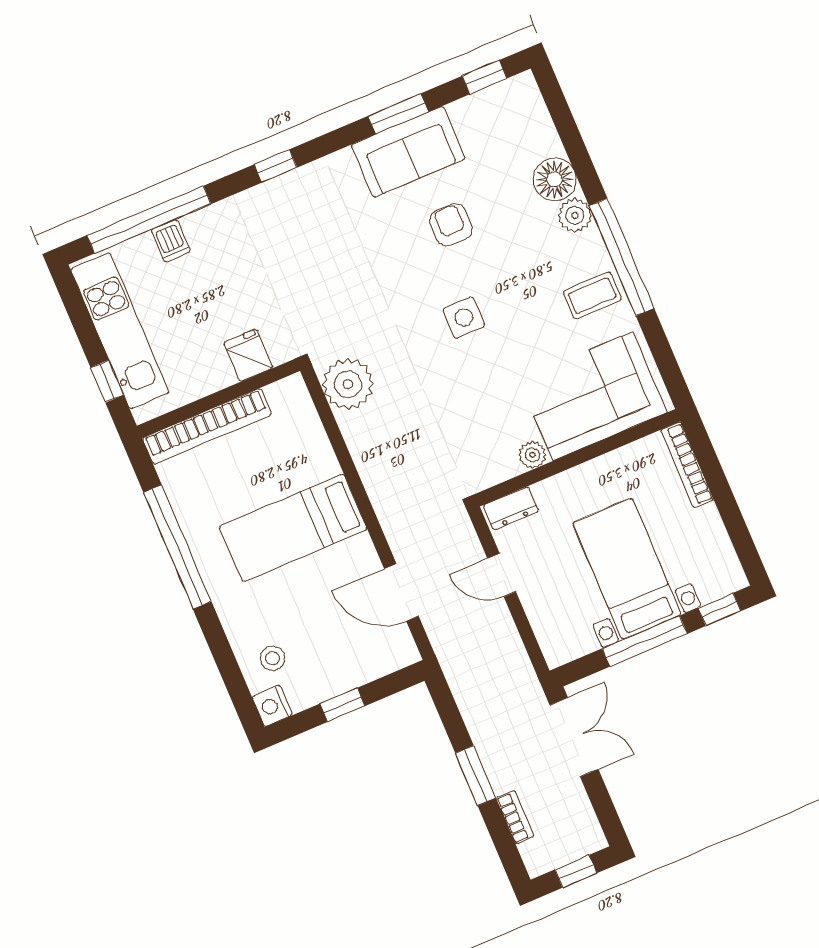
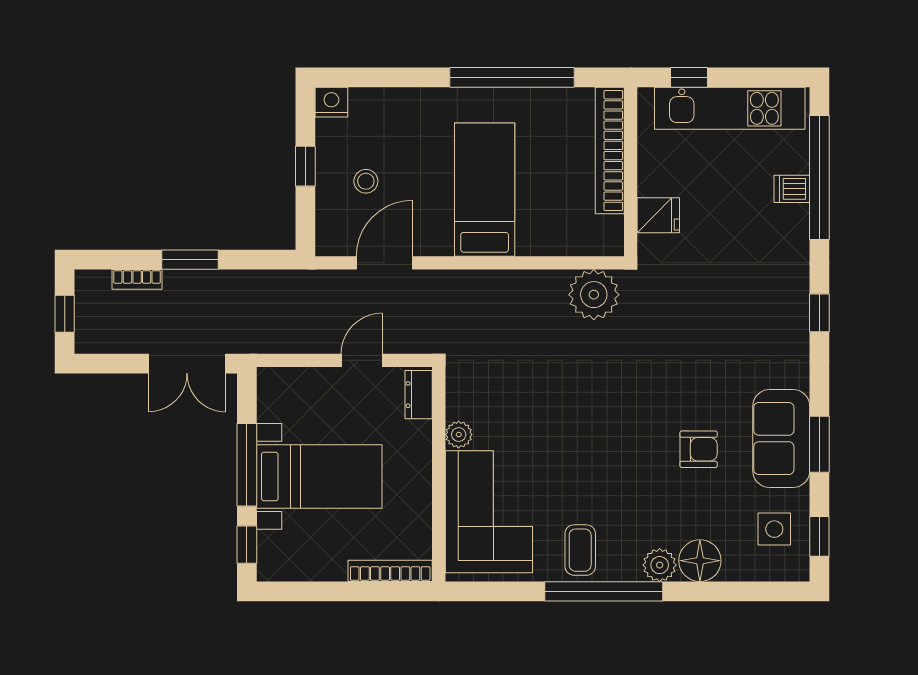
side table: (464, 317) -> (774, 529), moved
stool: (273, 658) -> (366, 181), moved

